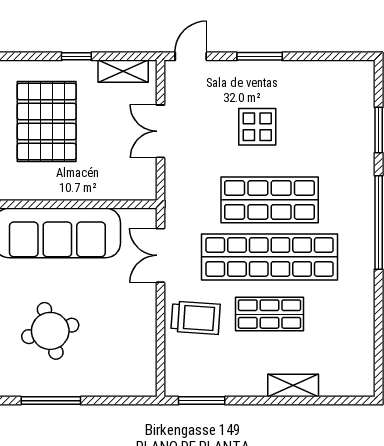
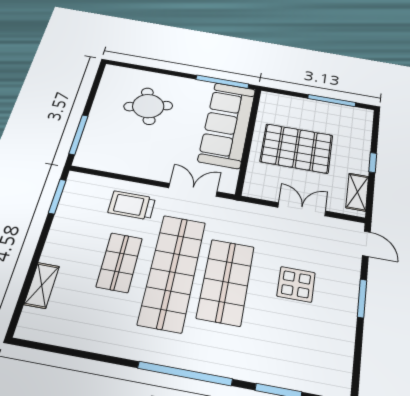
pallet: (47, 122) -> (297, 148), moved
trolley: (196, 318) -> (132, 205), turned 86
shelving: (293, 386) -> (42, 285), moved
window: (51, 401) -> (79, 135), moved

